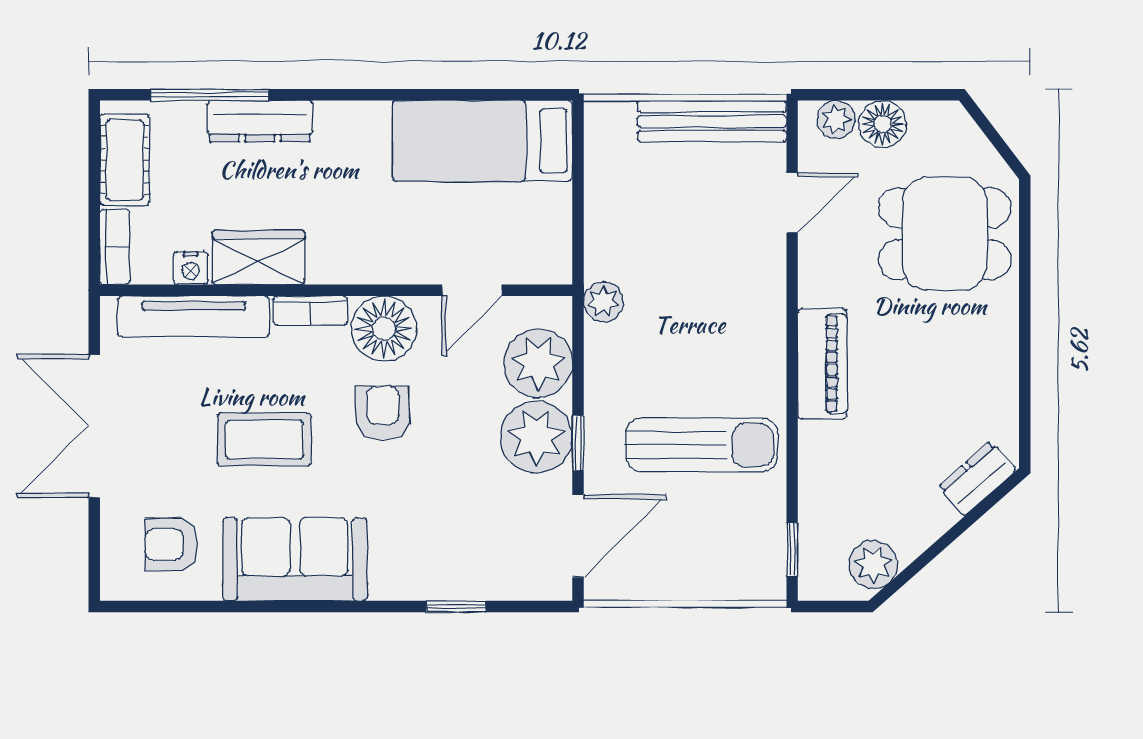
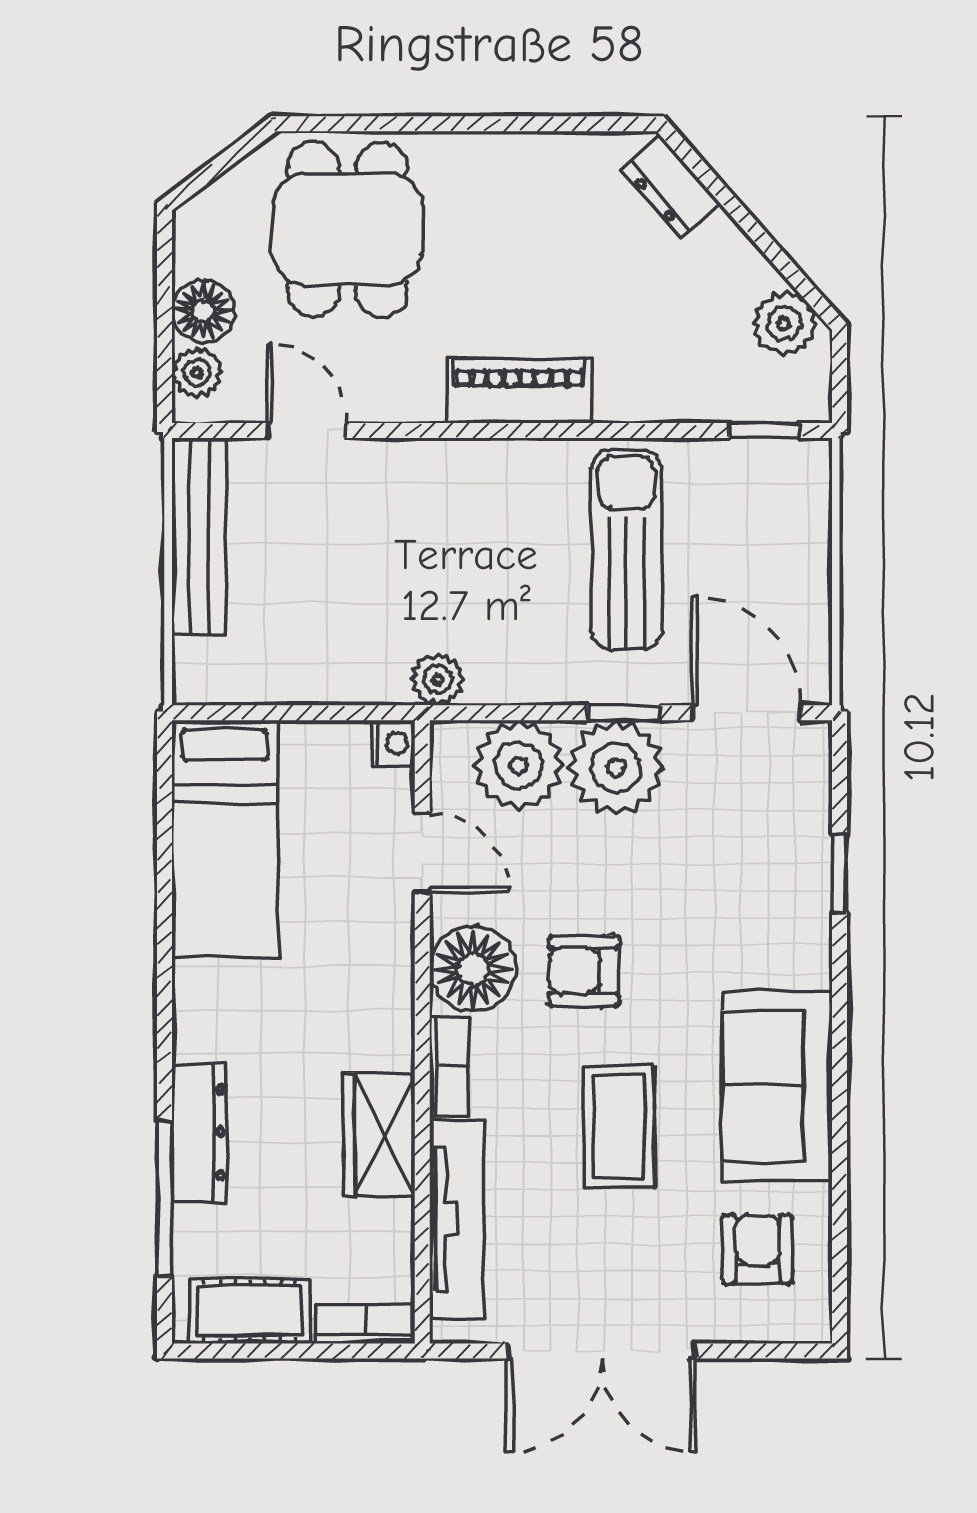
nightstand: (191, 268) -> (393, 743), moved
armchair: (171, 544) -> (757, 1249), turned 180

